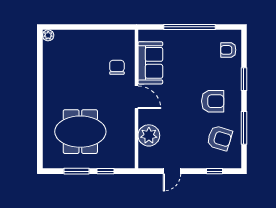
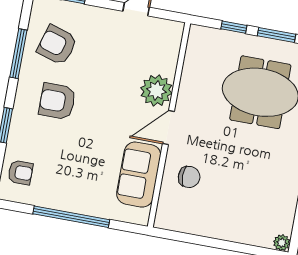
chair: (117, 67) -> (189, 177), turned -90
door: (136, 97) -> (168, 128), hinge flipped
plant: (149, 135) -> (156, 91), moved

